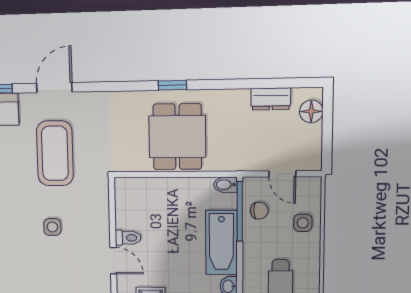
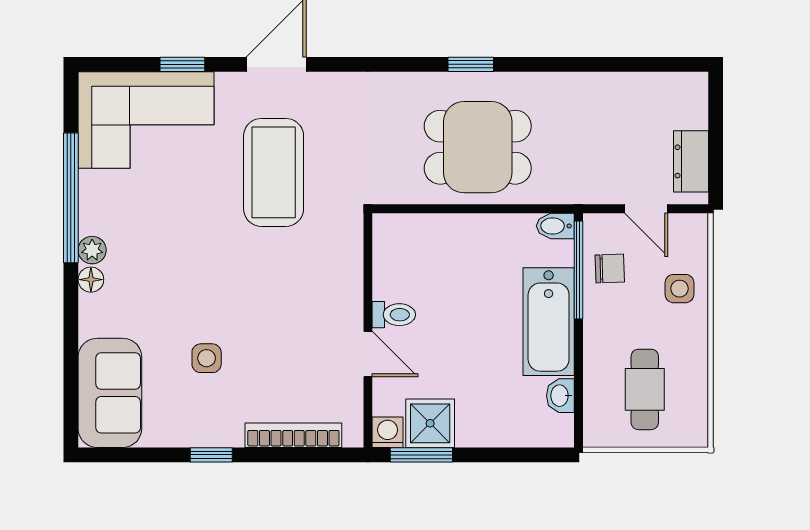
dresser: (271, 99) -> (691, 161), moved, turned 90
floor lamp: (311, 111) -> (690, 110), removed
dining table: (177, 137) -> (478, 147), turned 90
side table: (52, 227) -> (207, 358), moved

